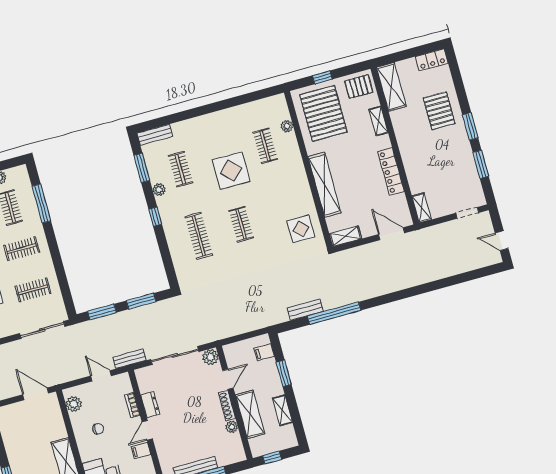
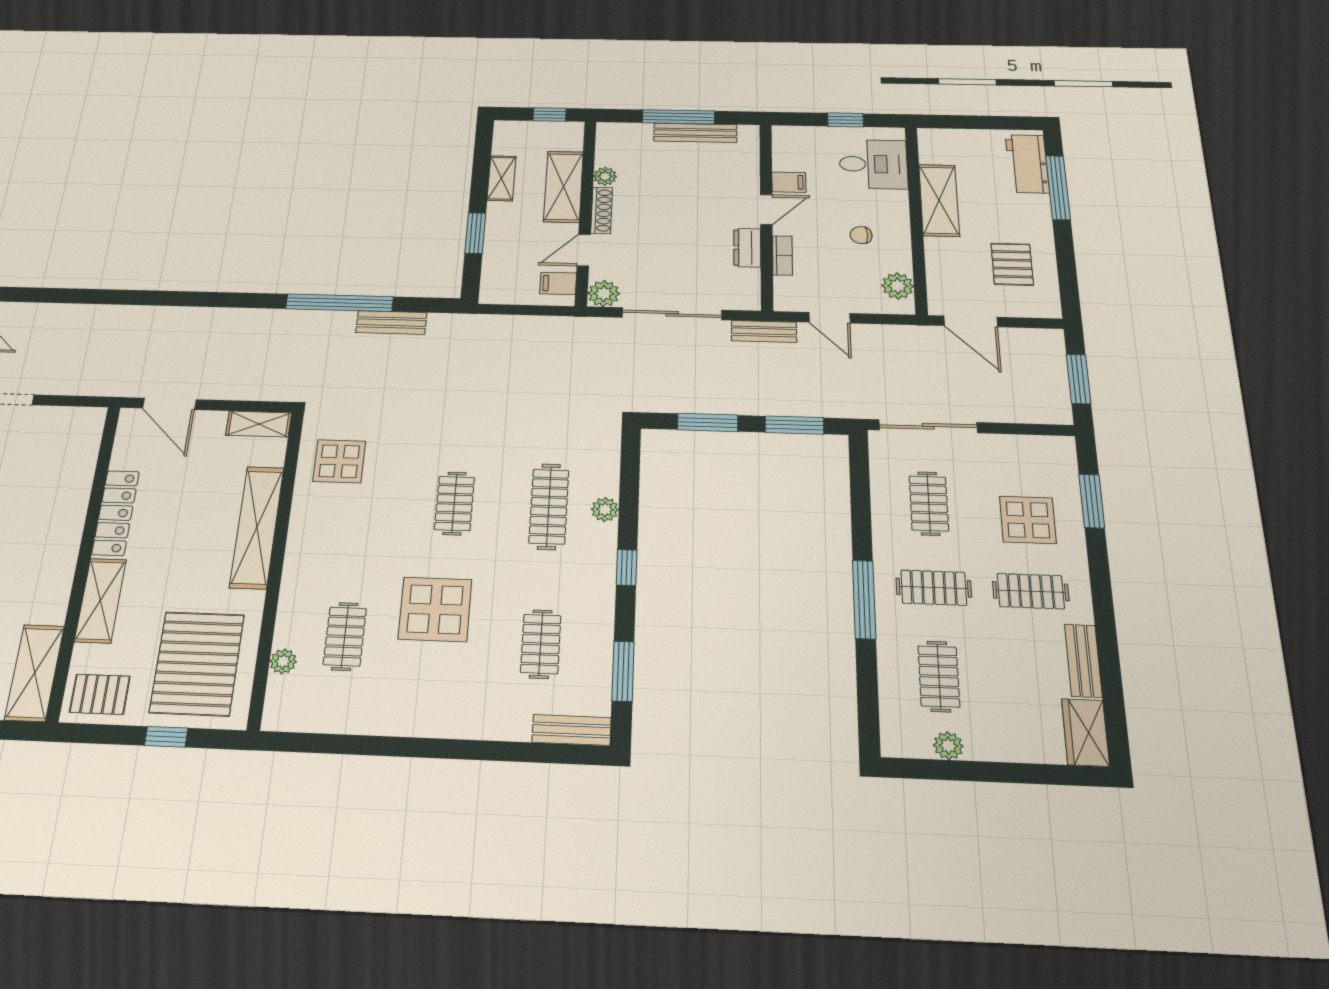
shelving: (378, 121) -> (100, 600), width x1.50, depth x1.33
plant: (159, 190) -> (605, 509), moved
window: (41, 204) -> (864, 599), moved
shelving: (422, 208) -> (90, 432), removed
clothes rail: (33, 290) -> (929, 503), turned 90
filing cabinet: (264, 352) -> (558, 283), moved, turned 180
pallet: (23, 433) -> (1012, 264), added

